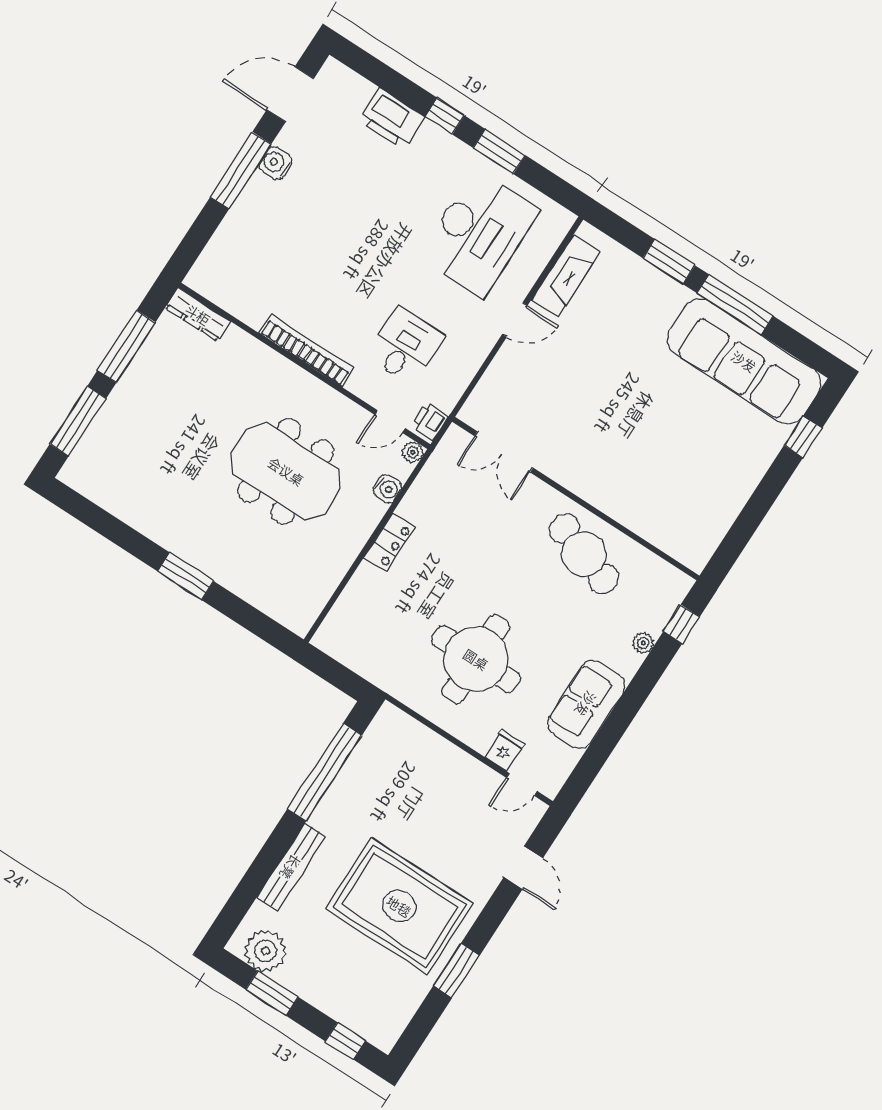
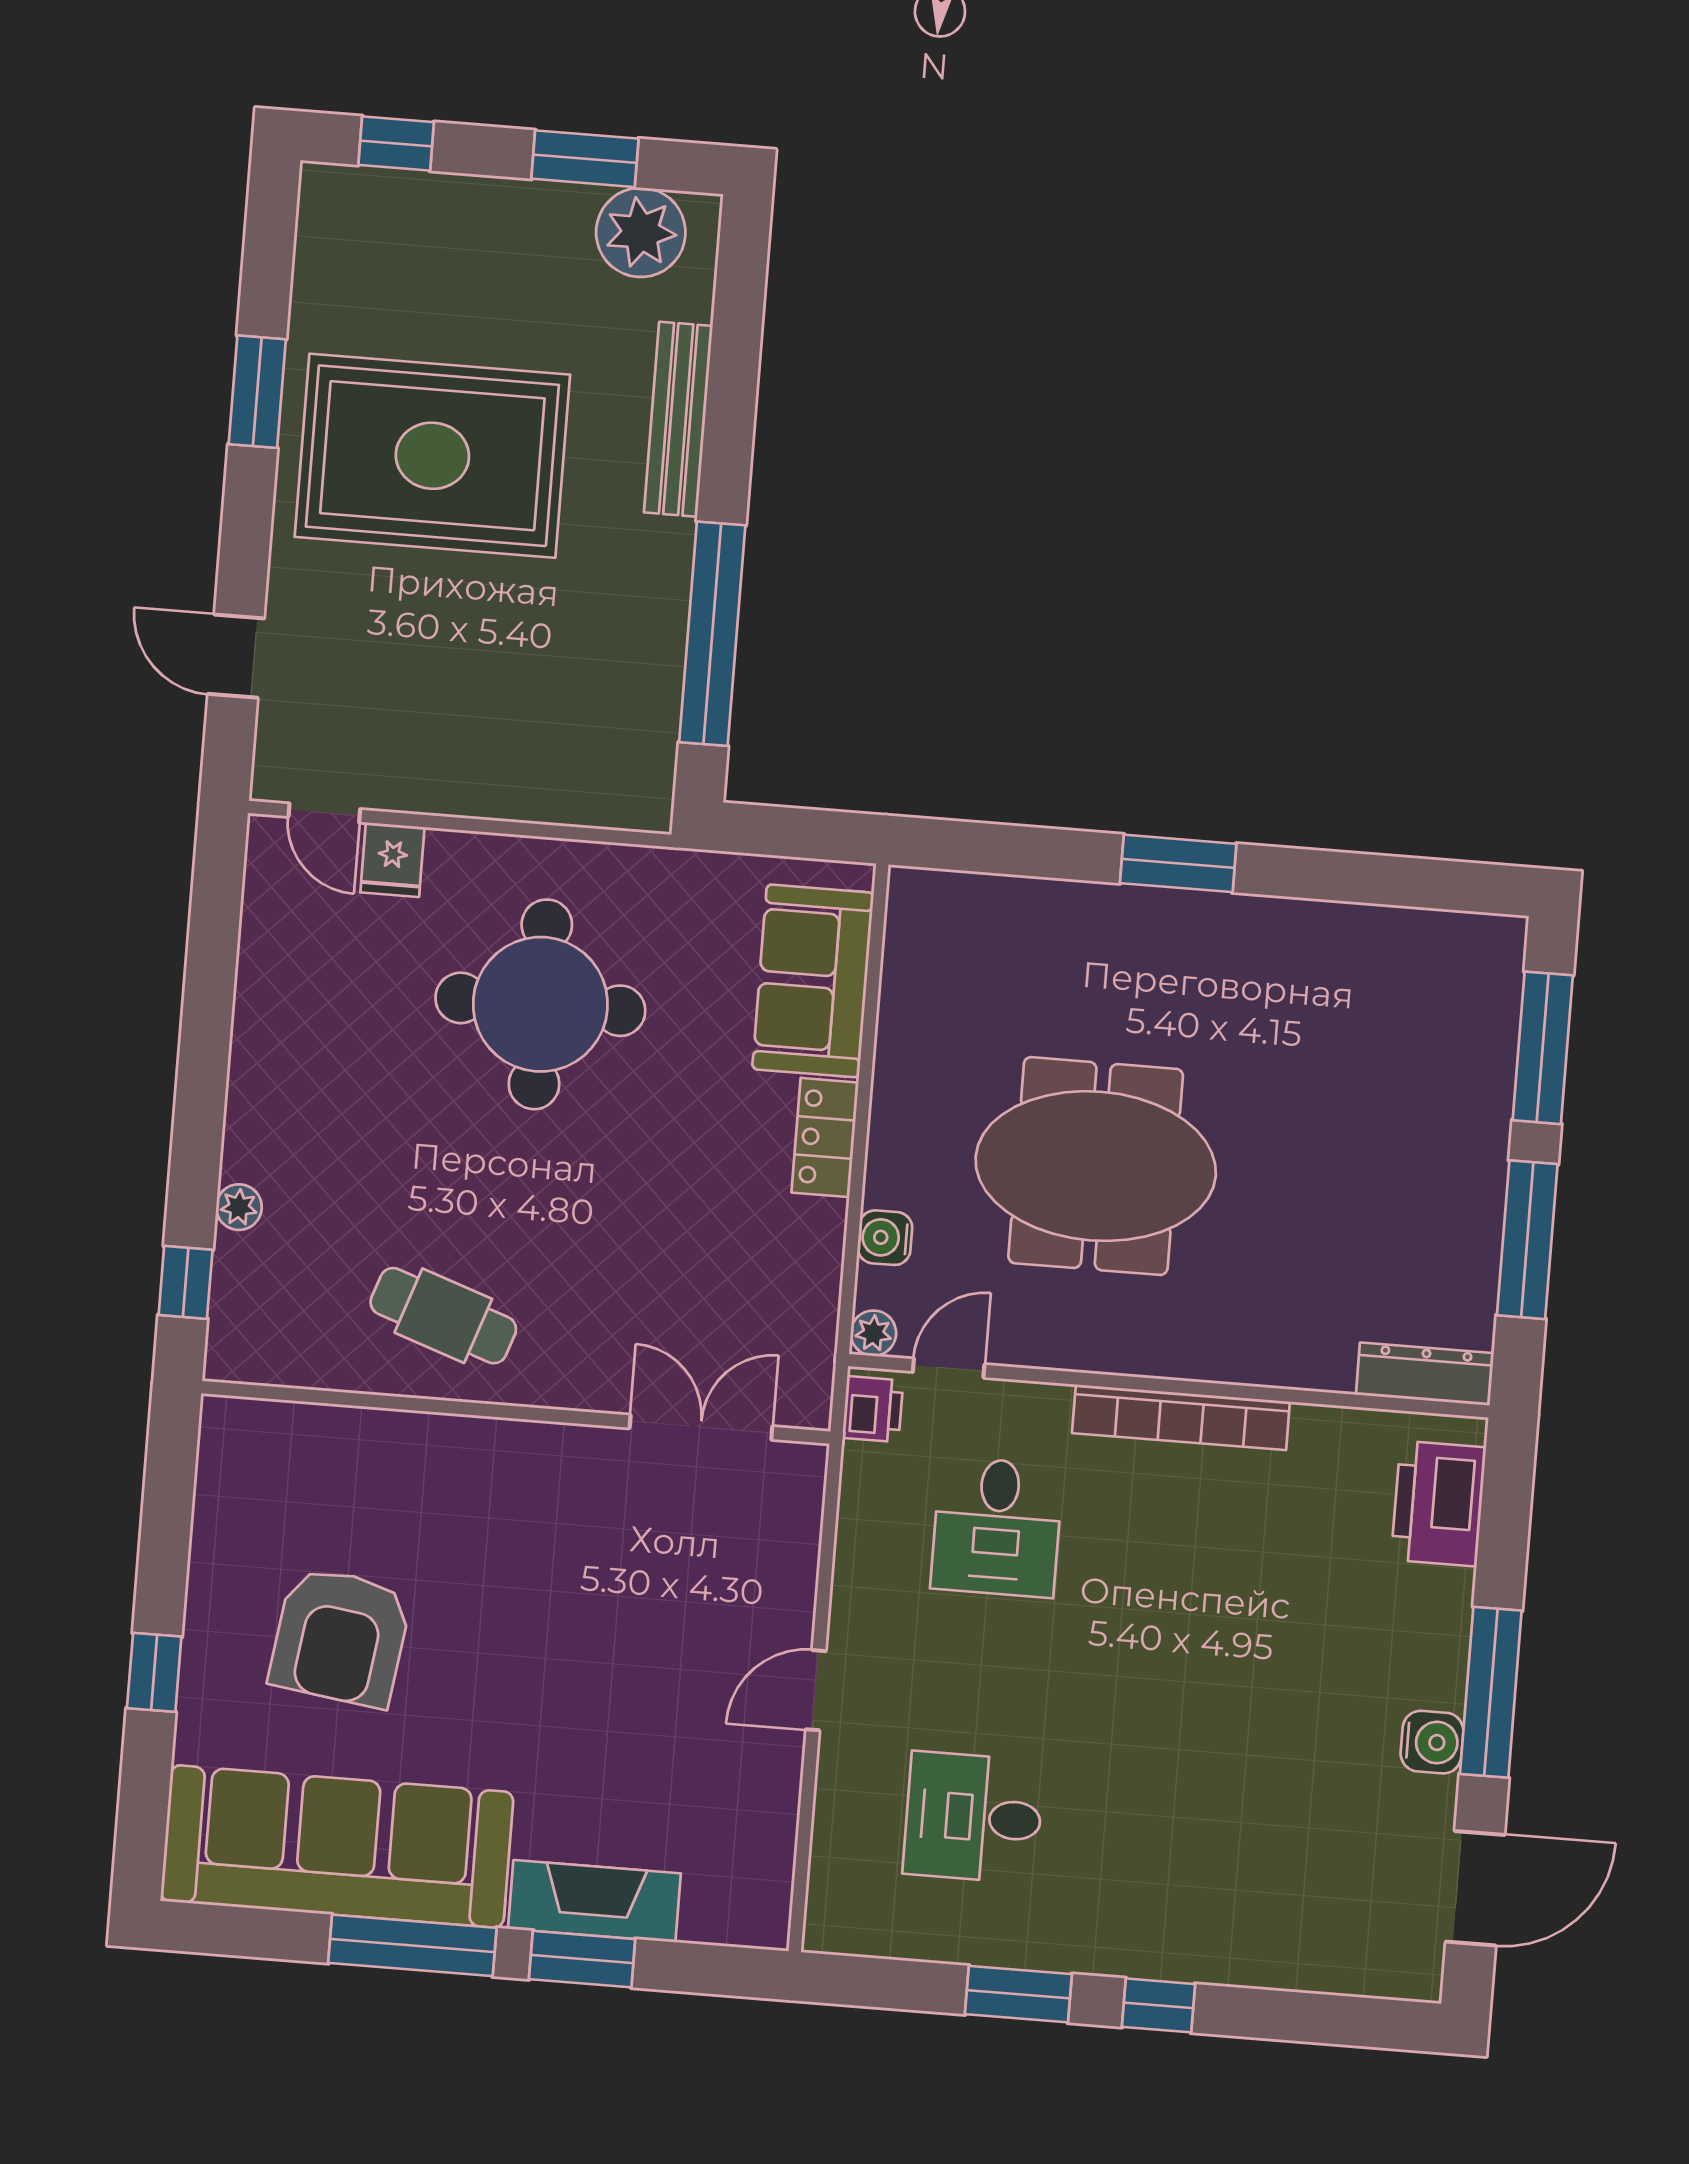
printer: (392, 119) -> (1439, 1504), moved, turned -90
desk: (479, 233) -> (973, 1817), width x0.53, depth x0.77
fireplace: (566, 276) -> (594, 1901), moved, turned 90
window: (803, 437) -> (154, 1672), moved
armchair: (696, 446) -> (340, 1637), added
cafe table: (584, 554) -> (443, 1316), width x0.73, depth x0.74
sofa: (586, 704) -> (813, 981), moved, turned 180
door: (522, 784) -> (324, 813), swing flipped

